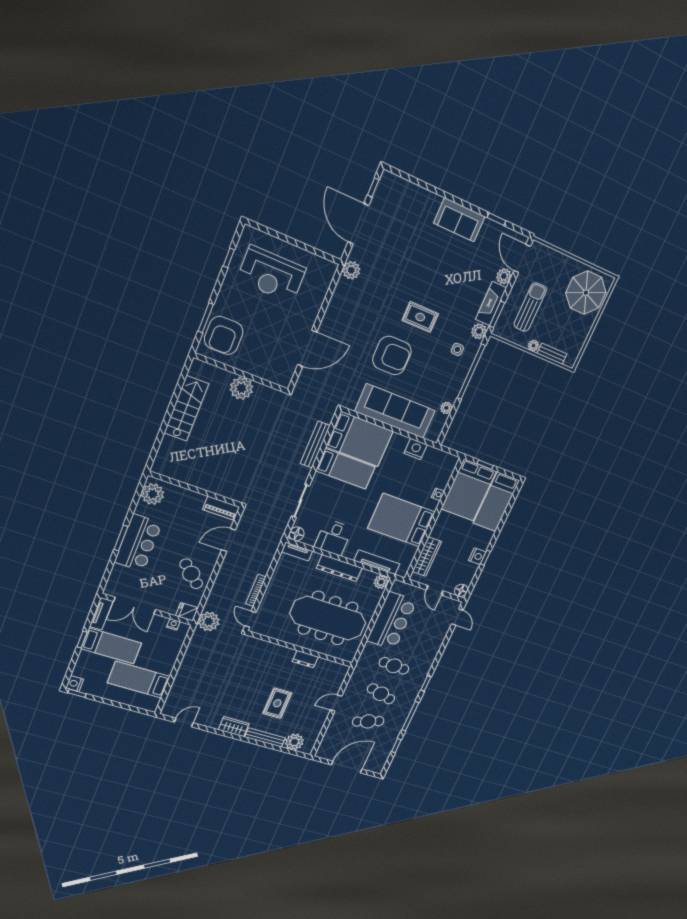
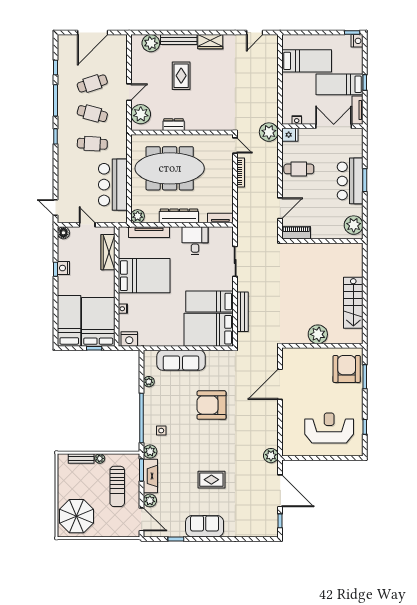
rug: (420, 317) -> (211, 480), moved
sofa: (395, 411) -> (181, 360), width x0.74, depth x0.79
nightstand: (416, 449) -> (129, 339), moved
floor lamp: (297, 534) -> (227, 233), removed
cafe table: (191, 574) -> (299, 169), turned -43
plant: (334, 679) -> (141, 114), added

